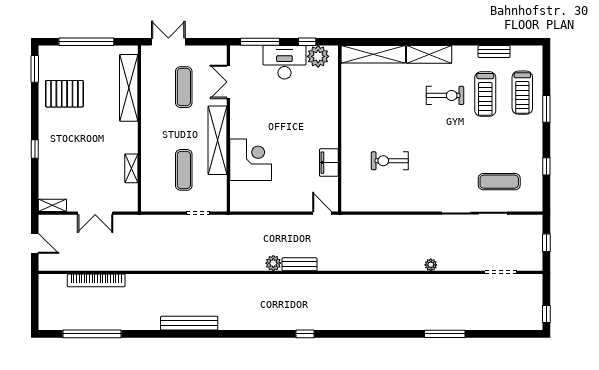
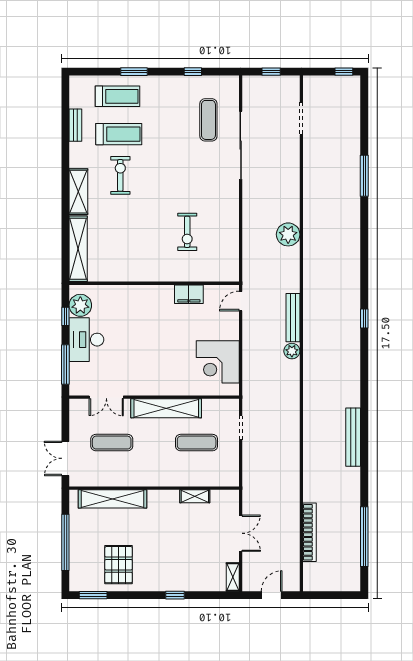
corner desk: (251, 160) -> (218, 362), moved, turned -90
bench: (300, 264) -> (293, 318), width x1.36
plant: (431, 265) -> (288, 234), moved, width x1.88, depth x1.88

